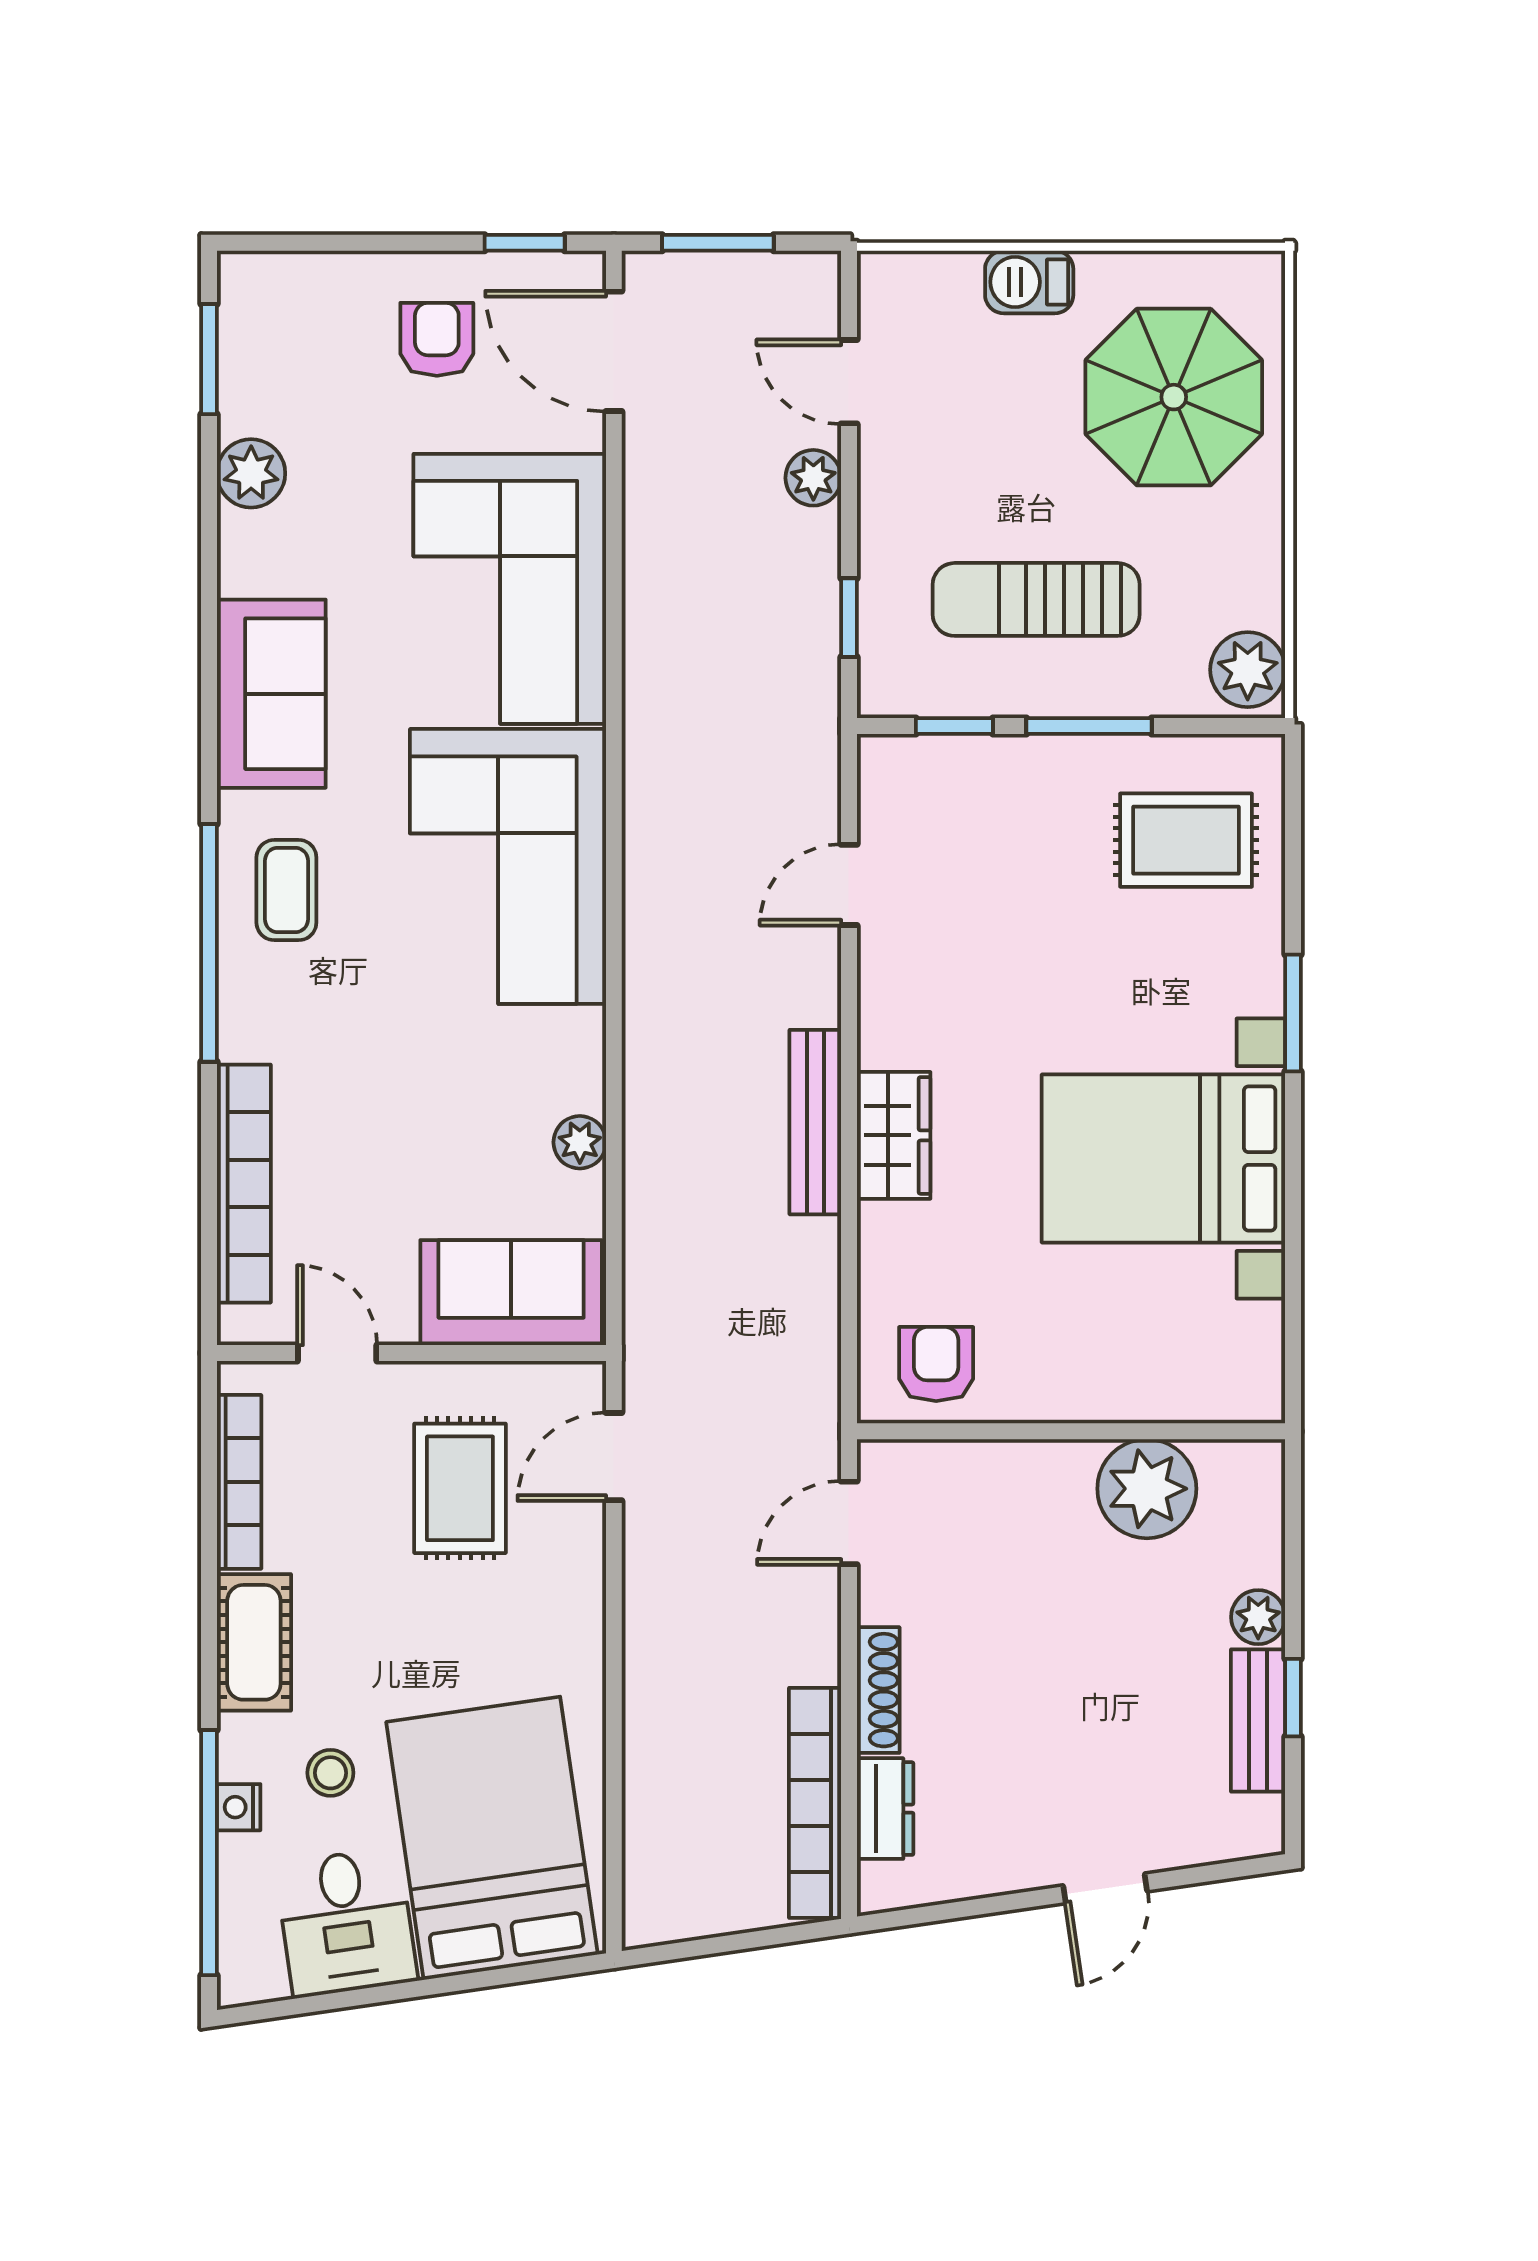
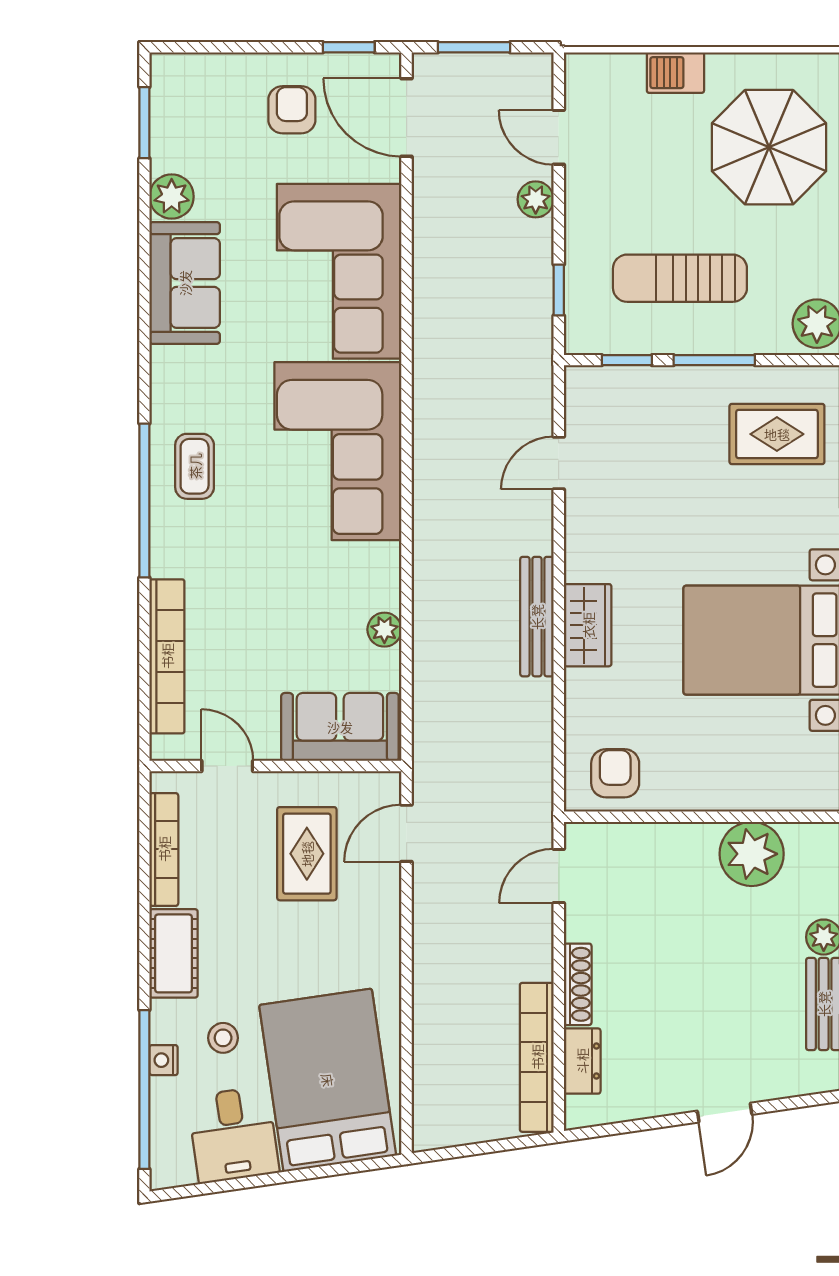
sofa: (271, 694) -> (185, 283), moved

